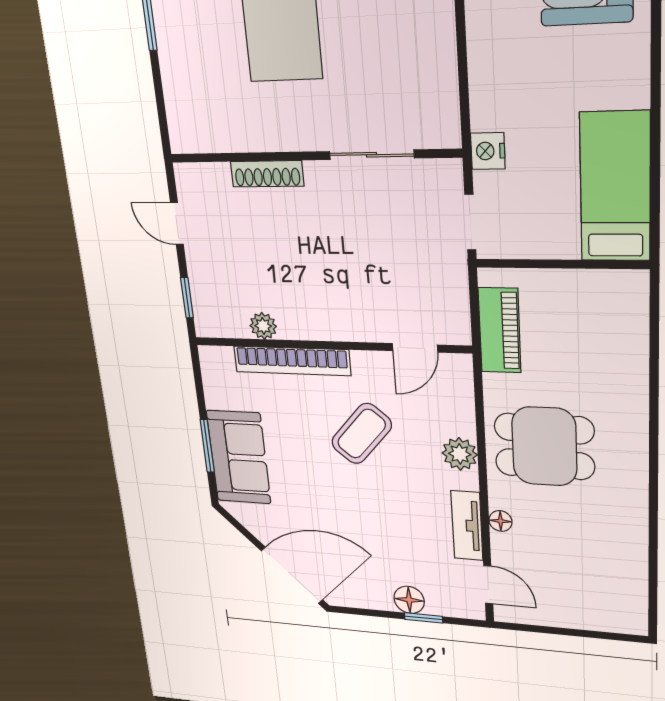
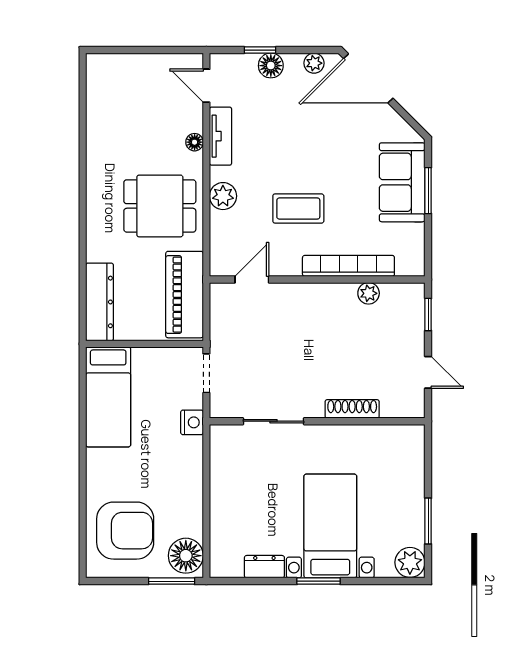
dresser: (629, 324) -> (100, 302), added
piano: (500, 330) -> (184, 295), width x1.37, depth x1.33
coffee table: (362, 434) -> (298, 209), turned 49
plant: (357, 597) -> (314, 63), added

